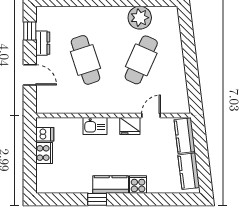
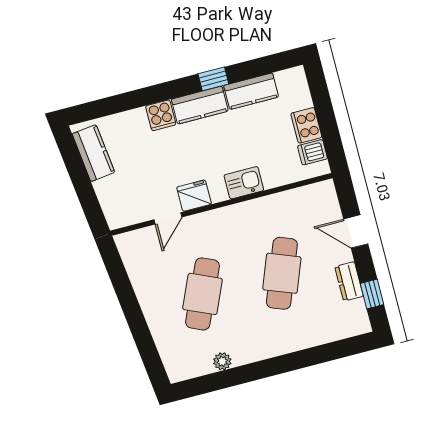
plant: (140, 18) -> (222, 361), width x0.53, depth x0.53
cafe table: (85, 60) -> (282, 273), turned 39
kitchen counter: (185, 136) -> (251, 91), moved, turned 97

